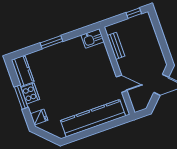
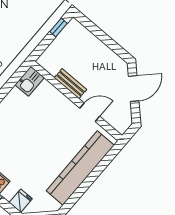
bench: (116, 46) -> (71, 84), moved

